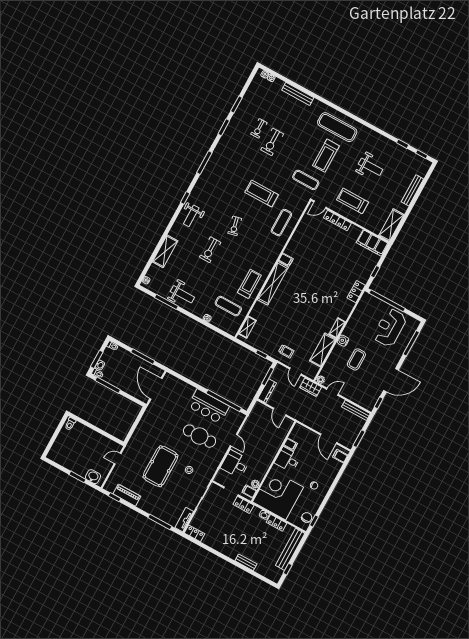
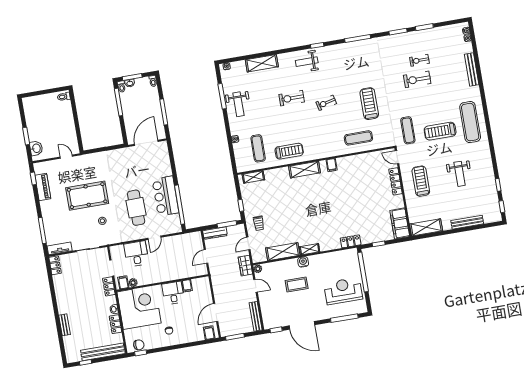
shelving: (273, 283) -> (304, 170), width x0.68

